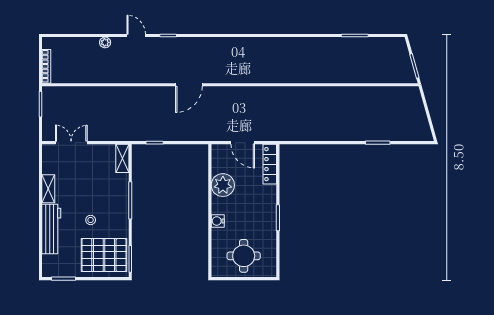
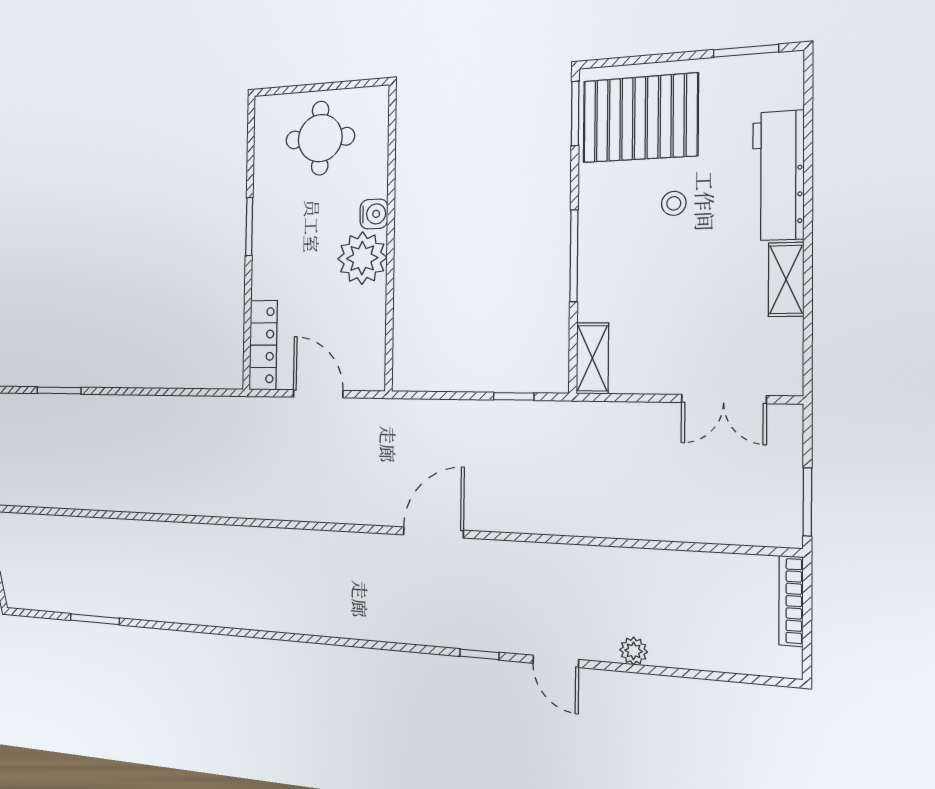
plant: (223, 185) -> (362, 258), moved

